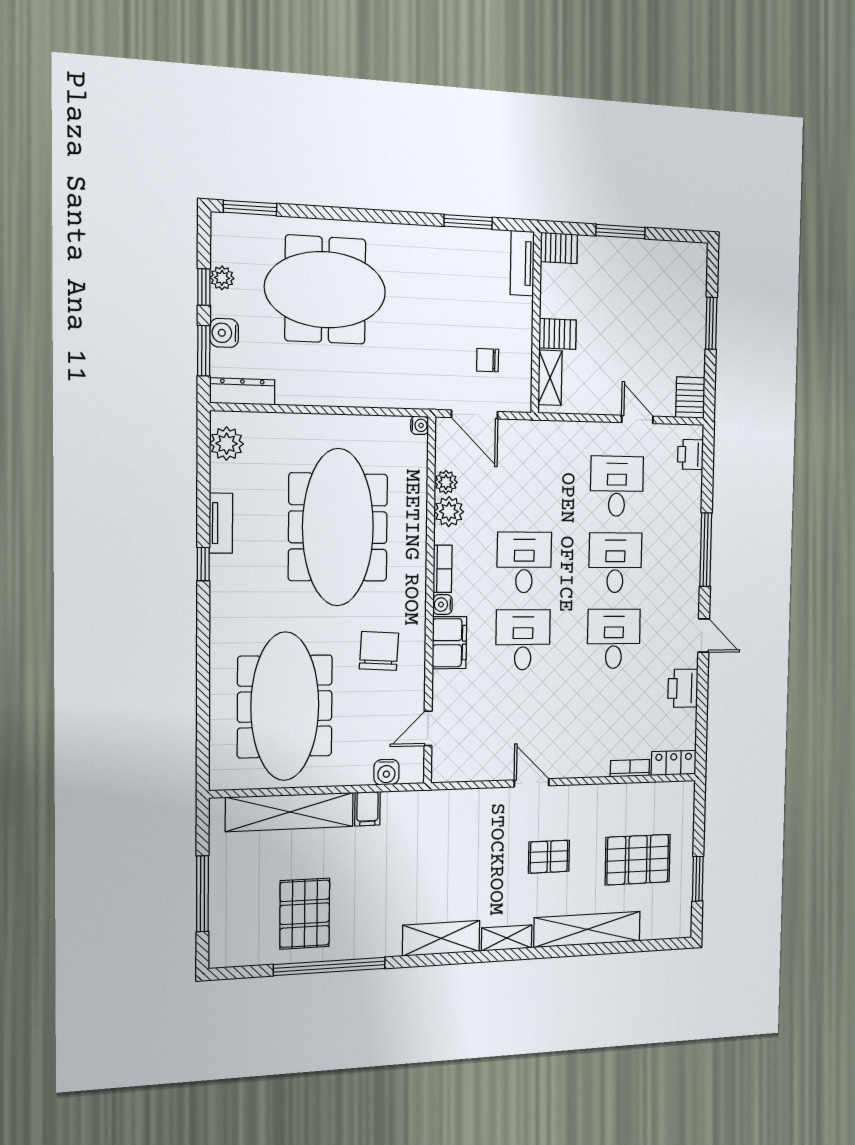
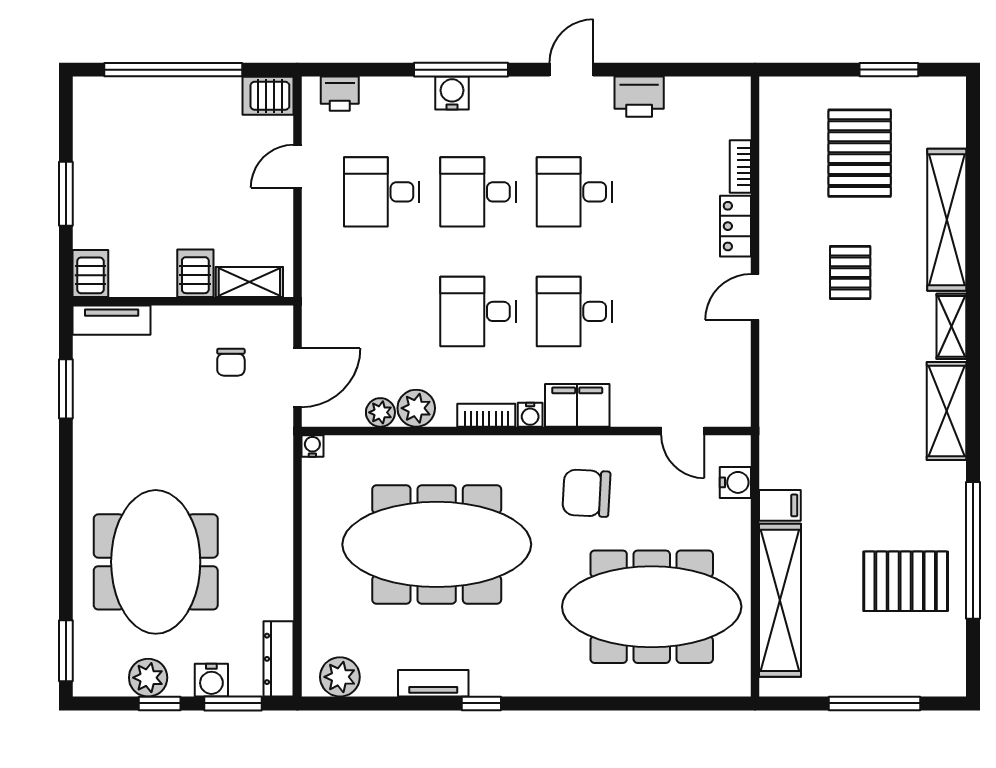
plant: (222, 278) -> (148, 678), width x1.38, depth x1.38
window: (711, 323) -> (173, 70), width x2.11
water cooler: (689, 543) -> (452, 93), added
locker: (674, 763) -> (736, 226), moved

